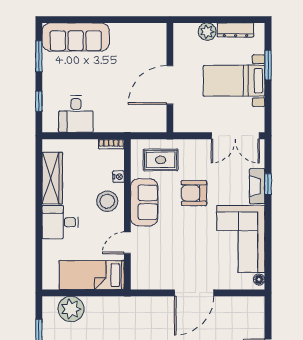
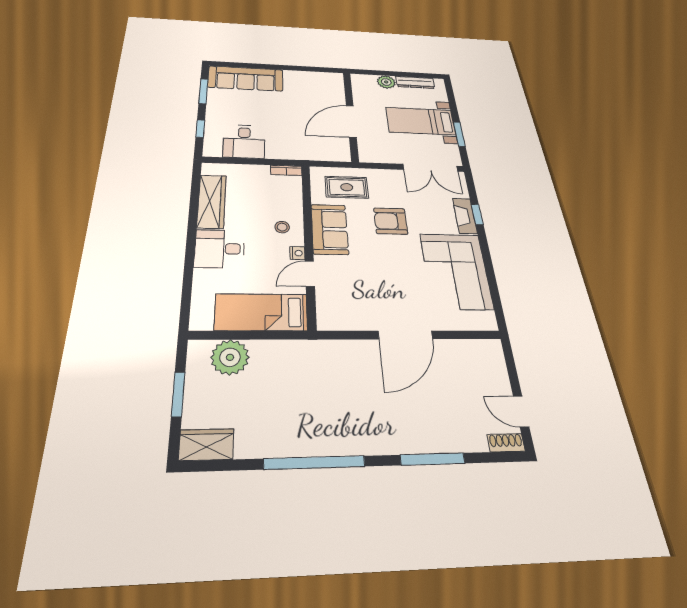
window: (268, 65) -> (459, 134), moved
nightstand: (118, 177) -> (297, 253), moved
stool: (107, 201) -> (282, 227), width x0.53, depth x0.53
floor lamp: (259, 279) -> (489, 318), removed

